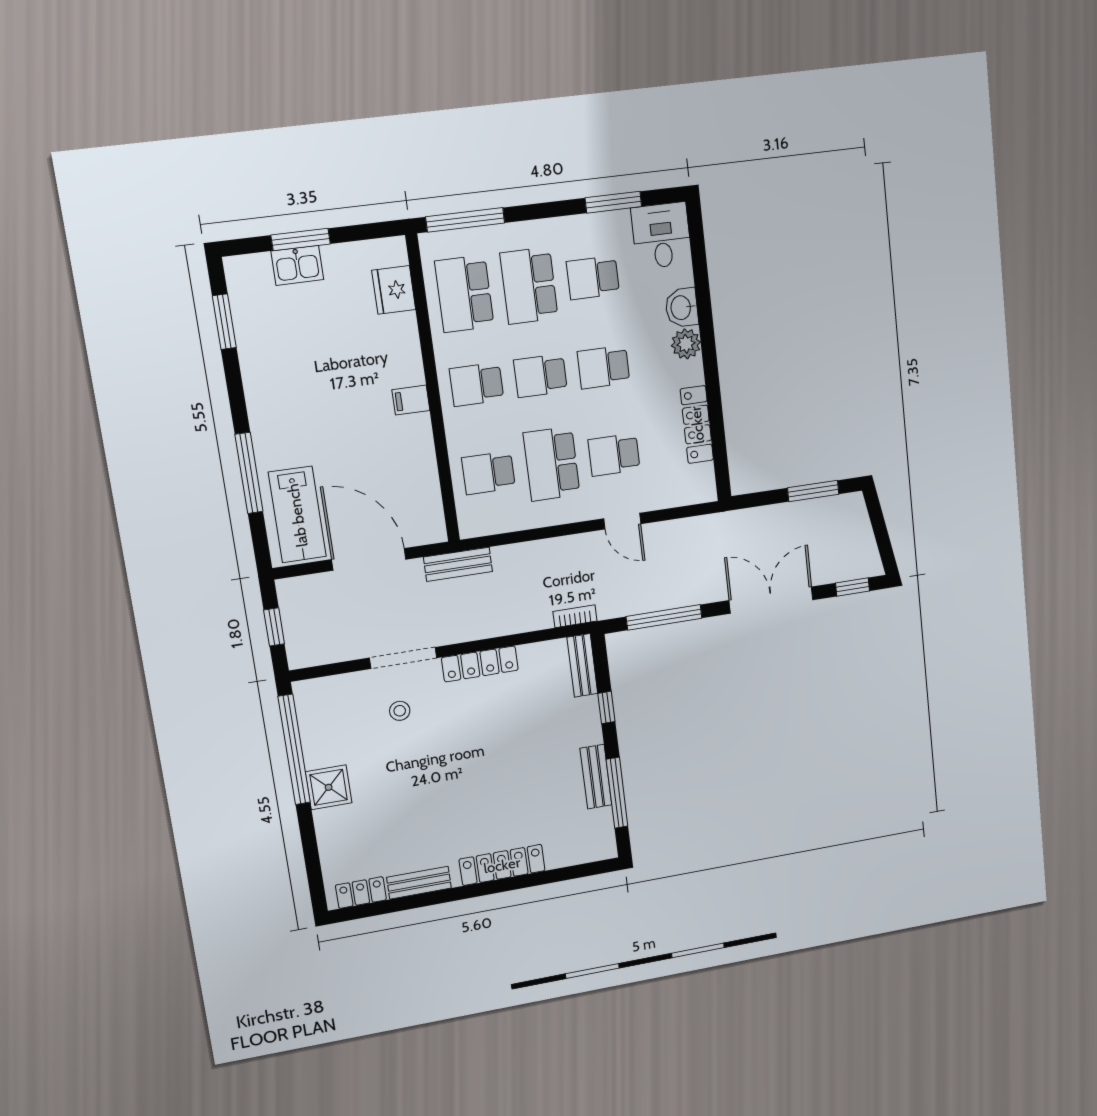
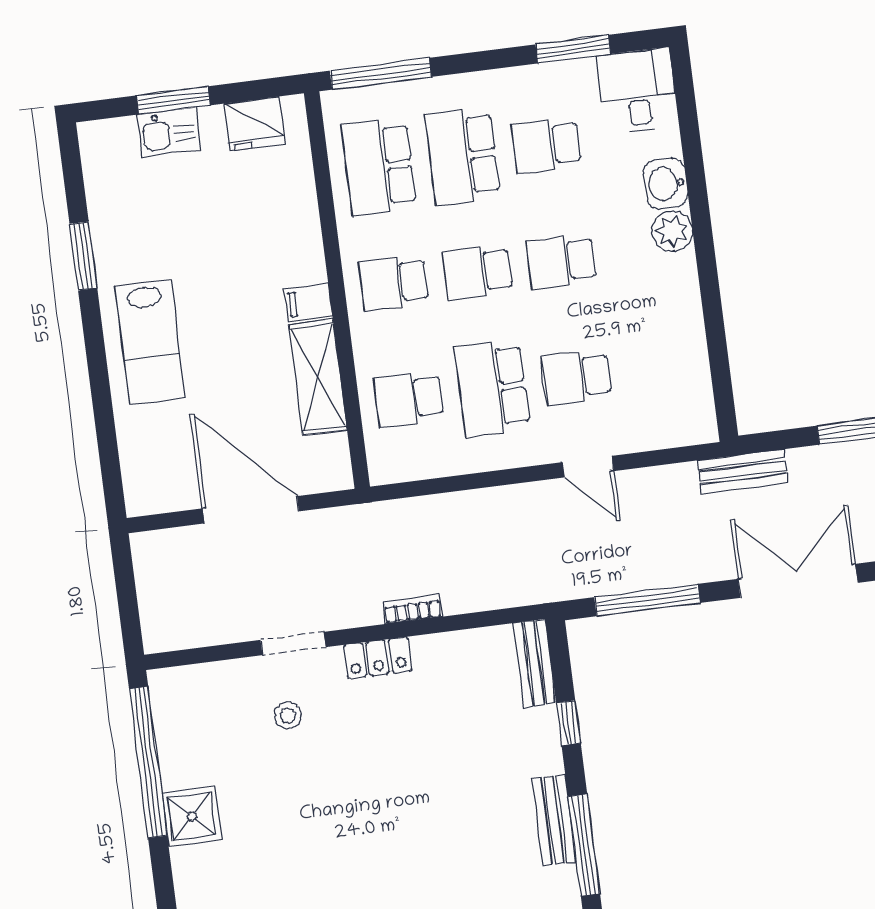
fridge: (394, 290) -> (255, 124), moved, turned -90
window: (224, 322) -> (83, 256), moved
locker: (697, 425) -> (689, 338), removed
shelving: (419, 458) -> (318, 377), added
window: (249, 473) -> (101, 394), removed
lab bench: (297, 515) -> (150, 342), moved
bench: (458, 564) -> (743, 471), moved
bookcase: (575, 616) -> (412, 609), moved
window: (274, 627) -> (127, 596), removed
doorway: (403, 658) -> (293, 644), width x0.73
locker: (480, 664) -> (378, 658), width x0.66

